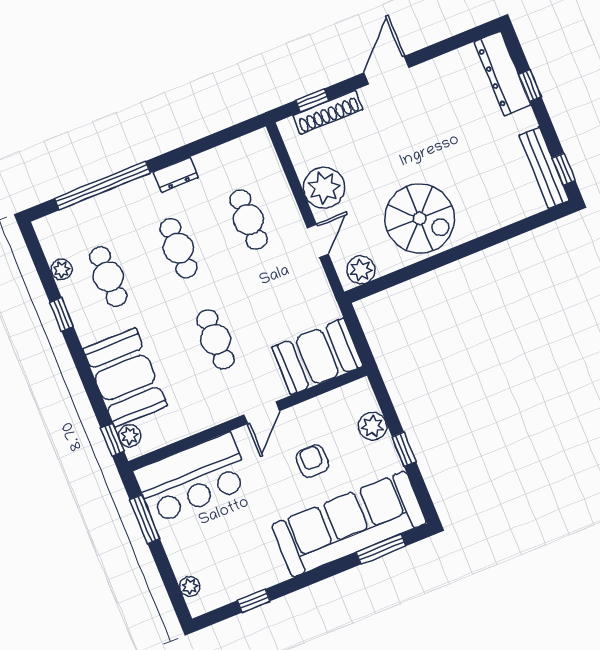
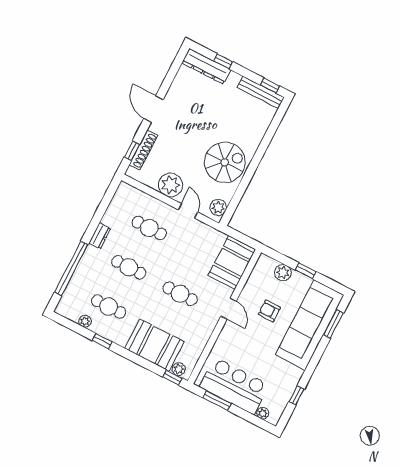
bar counter: (192, 478) -> (234, 386), moved, turned -90

